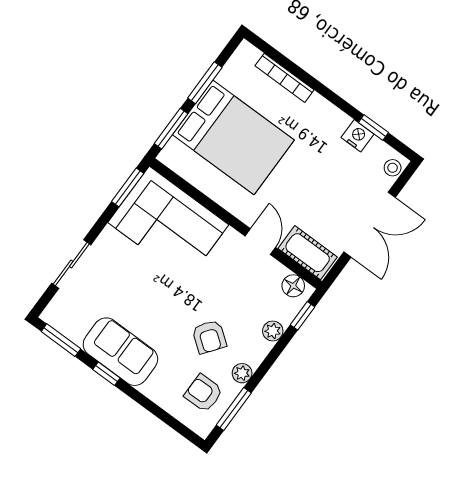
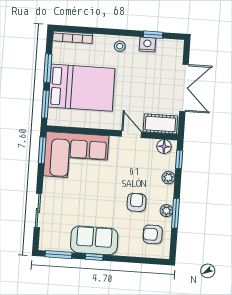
bookcase: (284, 78) -> (73, 37), moved
stool: (393, 168) -> (120, 46), moved
armchair: (209, 337) -> (136, 202), turned -127
window: (234, 409) -> (175, 213), moved

